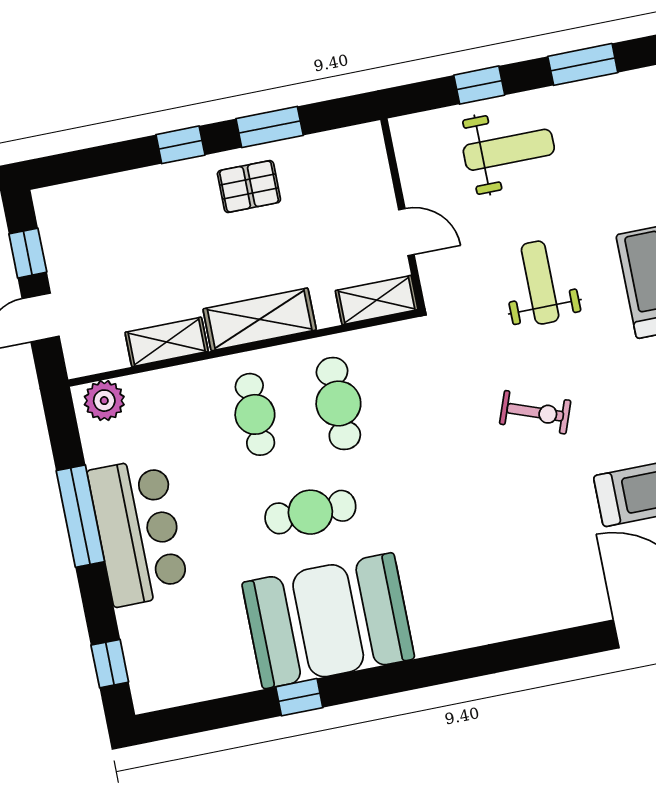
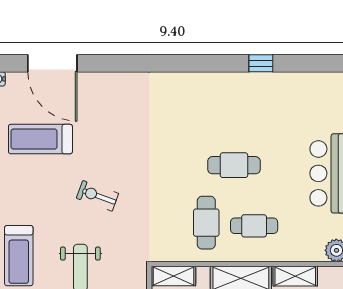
cafe table: (255, 414) -> (254, 226), turned 90
booth: (328, 621) -> (236, 103), removed

